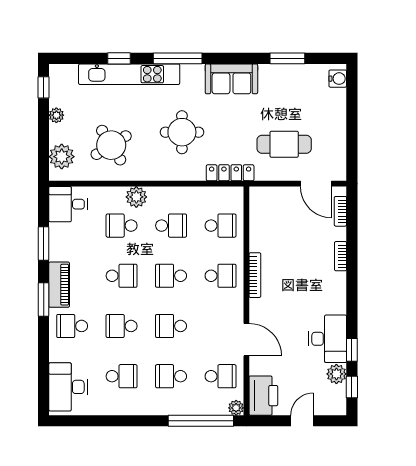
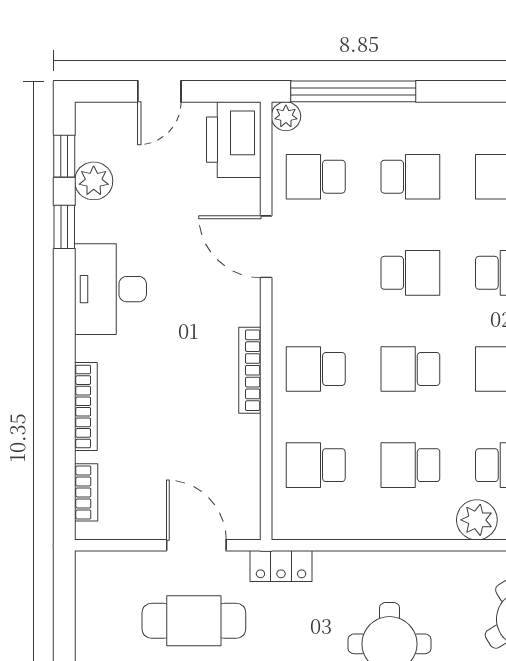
locker: (230, 173) -> (281, 566), width x0.66
door: (316, 184) -> (196, 545), moved
bookcase: (341, 256) -> (86, 407), width x1.56
school desk: (171, 276) -> (410, 369), turned 180
desk: (328, 339) -> (110, 289), moved

